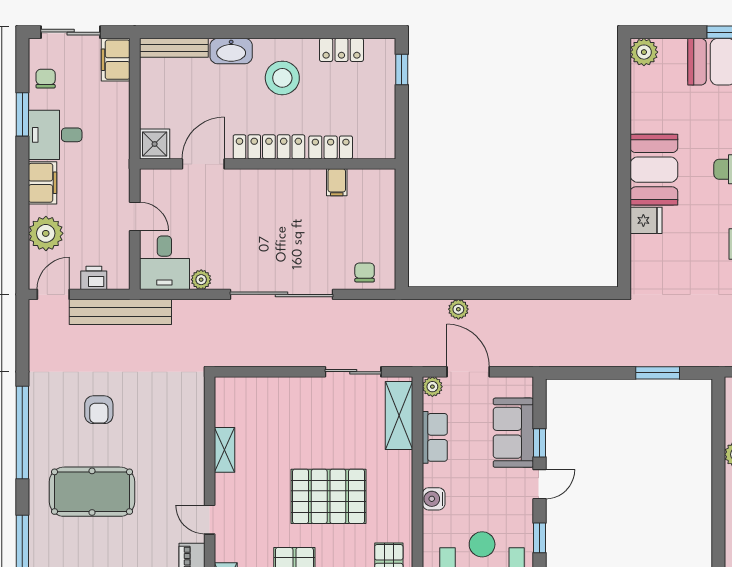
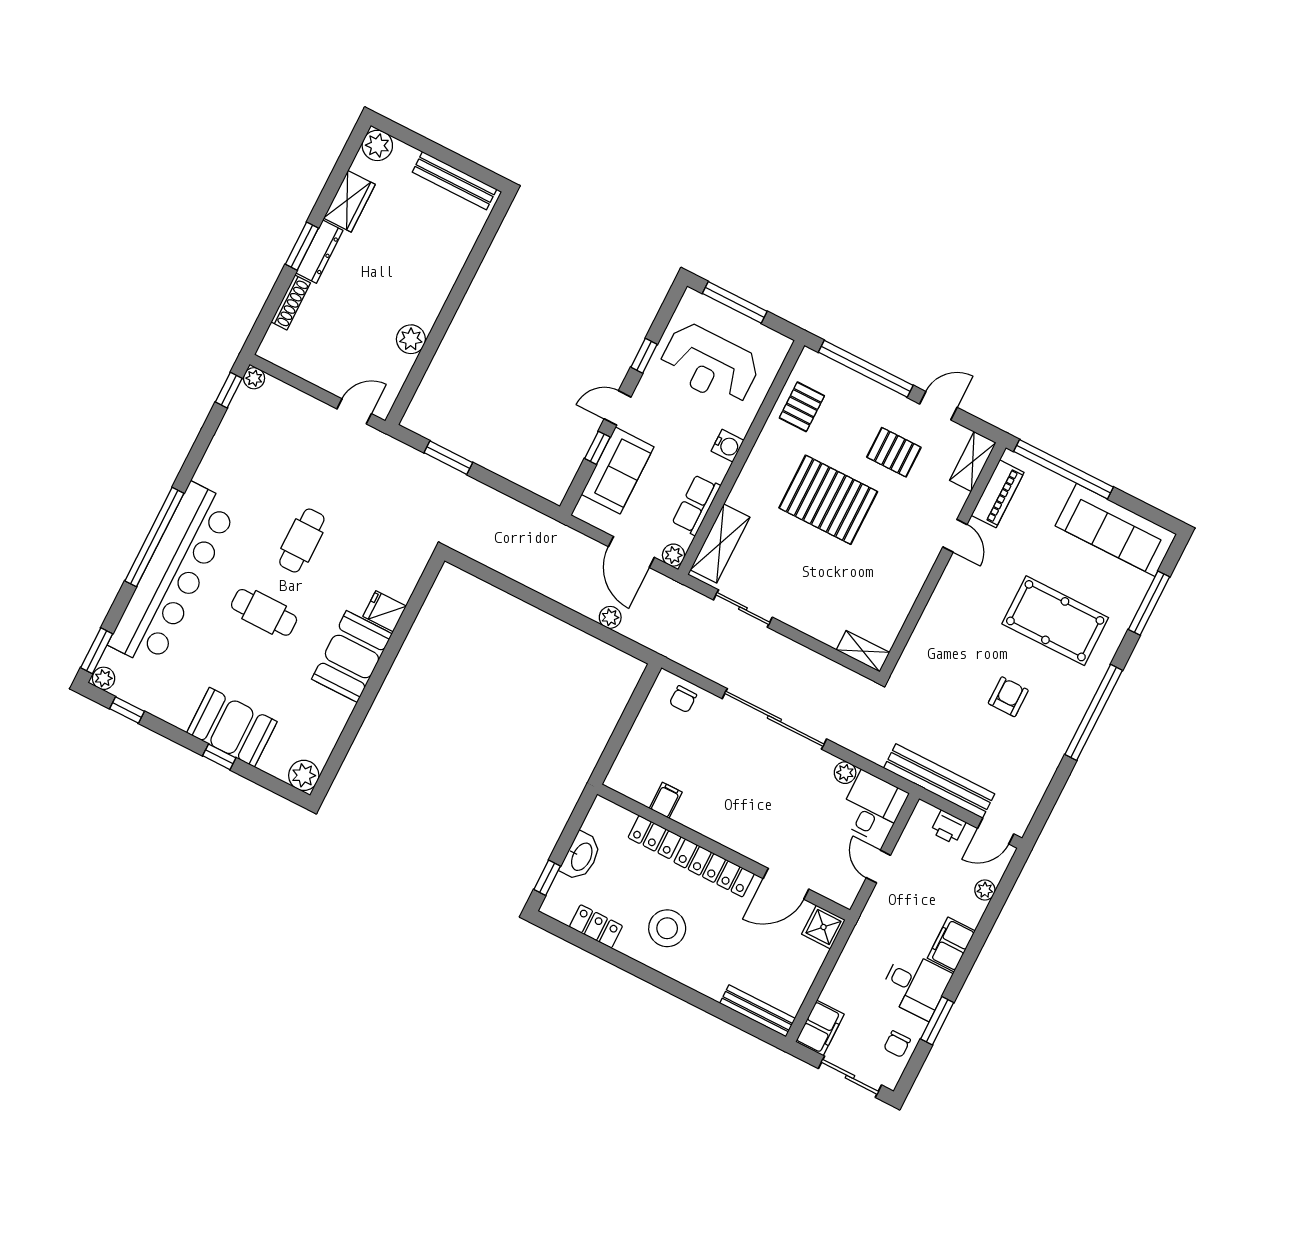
washbasin: (231, 51) -> (581, 856), moved, turned 90
plant: (46, 233) -> (985, 890), width x0.53, depth x0.53
shelving: (225, 450) -> (863, 651), moved, turned 90

